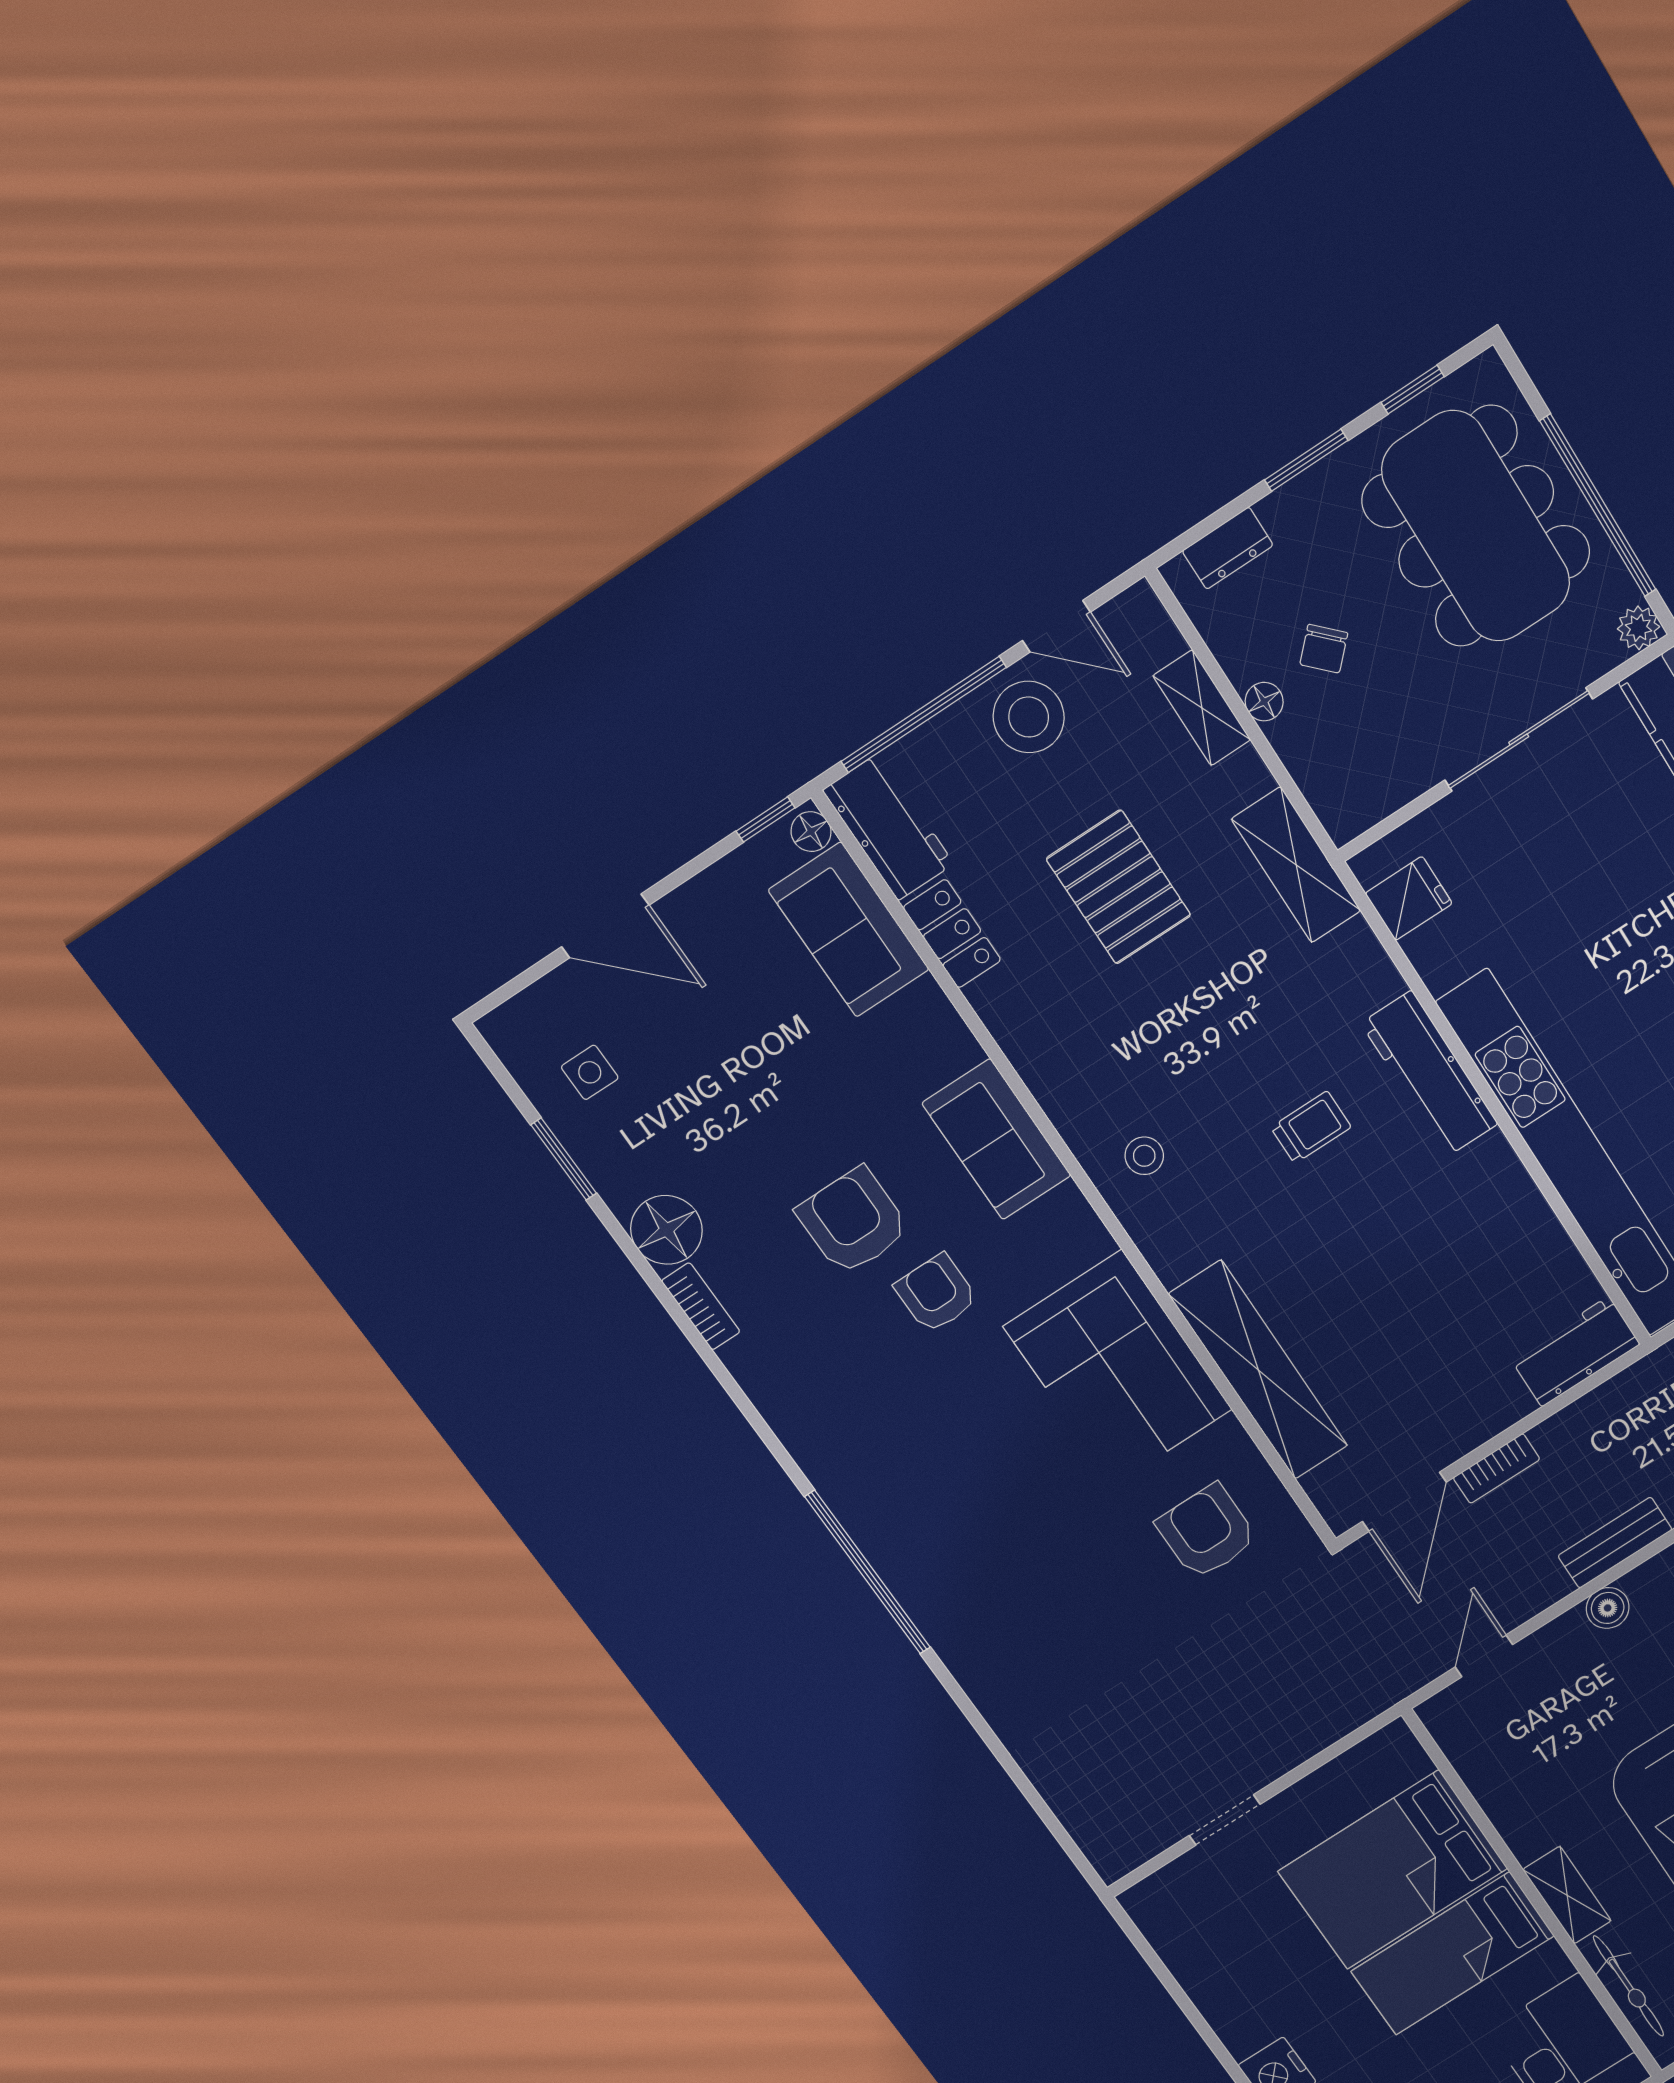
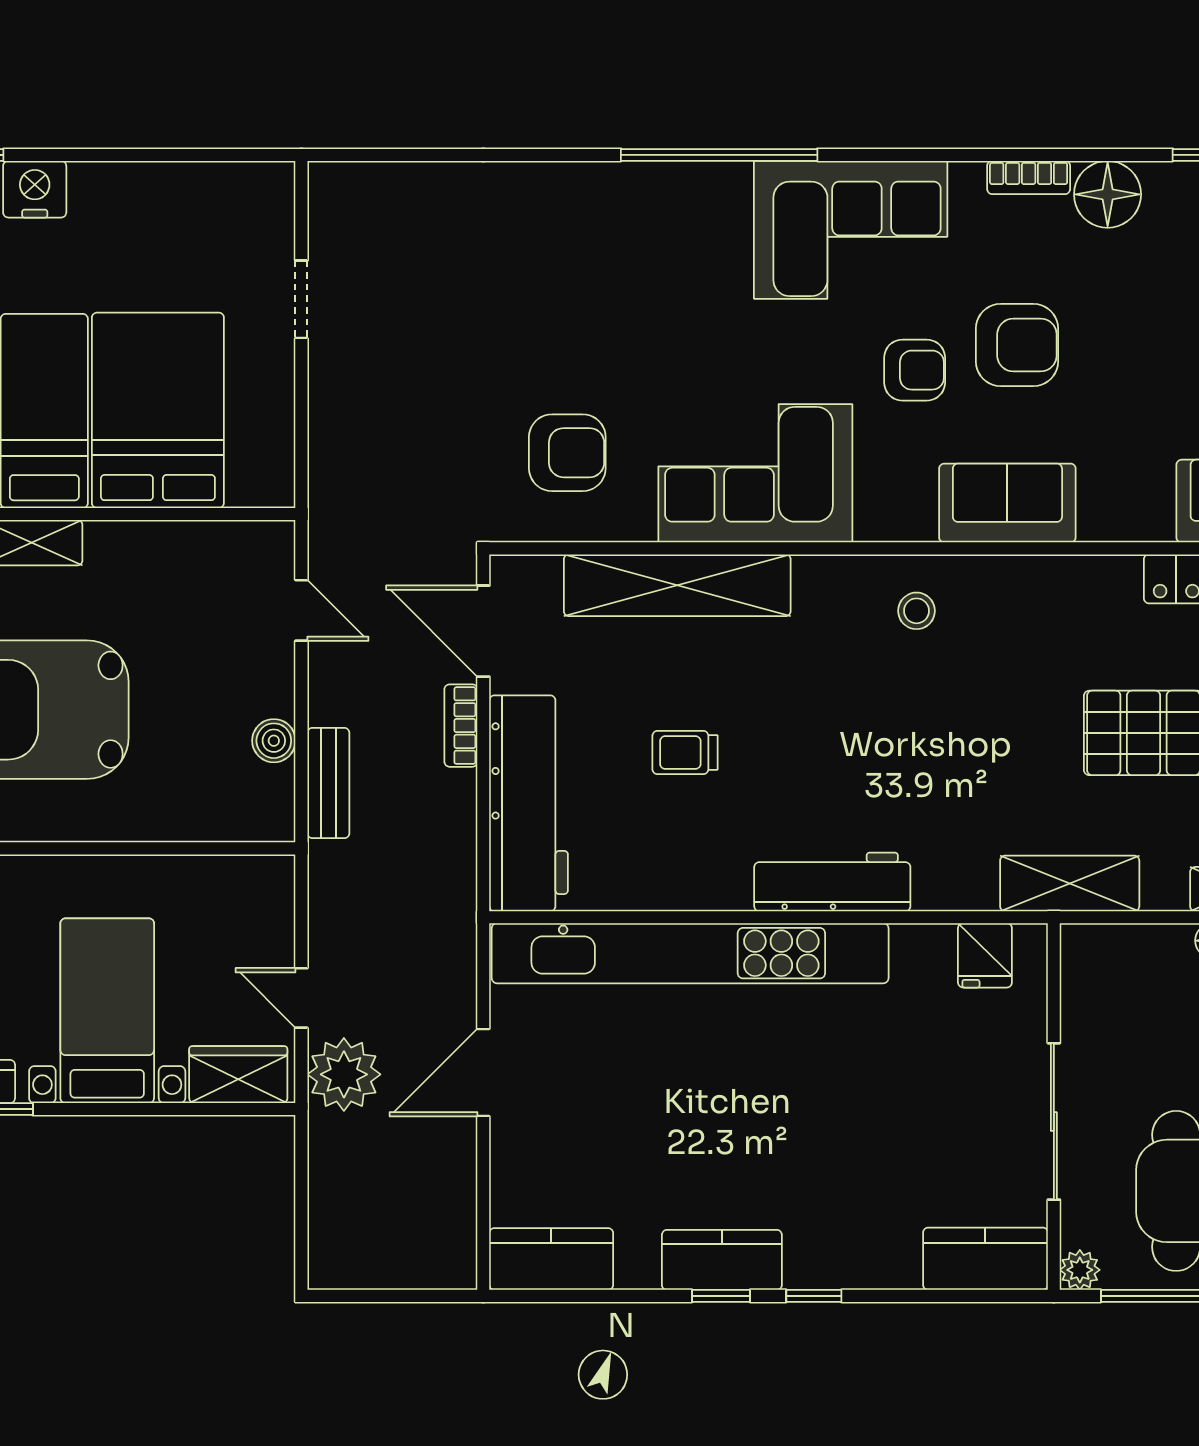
trolley: (1311, 1127) -> (685, 753), moved, turned 90
workbench: (1575, 1352) -> (529, 803), width x1.88, depth x1.32
corner sofa: (854, 1425) -> (851, 230), added

